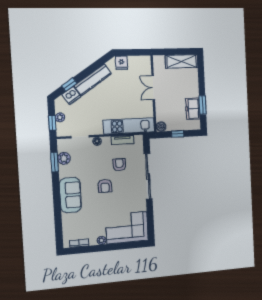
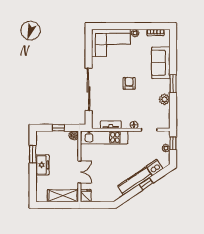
shelving: (182, 61) -> (63, 196), moved
fridge: (121, 63) -> (86, 196), moved
window: (69, 85) -> (146, 184), moved
freezer: (193, 109) -> (42, 165), moved
plant: (64, 158) -> (164, 99), moved
window: (55, 162) -> (173, 84), moved
armchair: (119, 165) -> (115, 102), removed
sofa: (70, 195) -> (161, 63), moved

